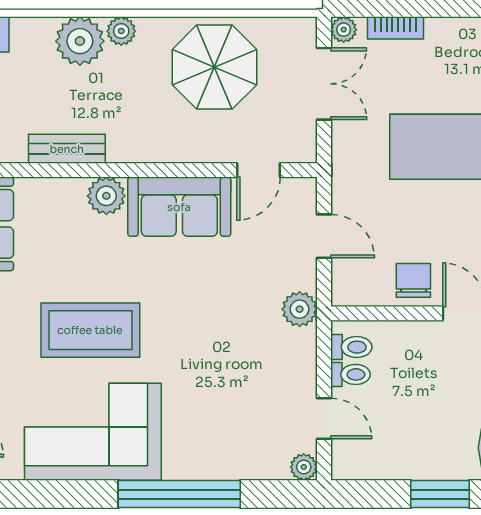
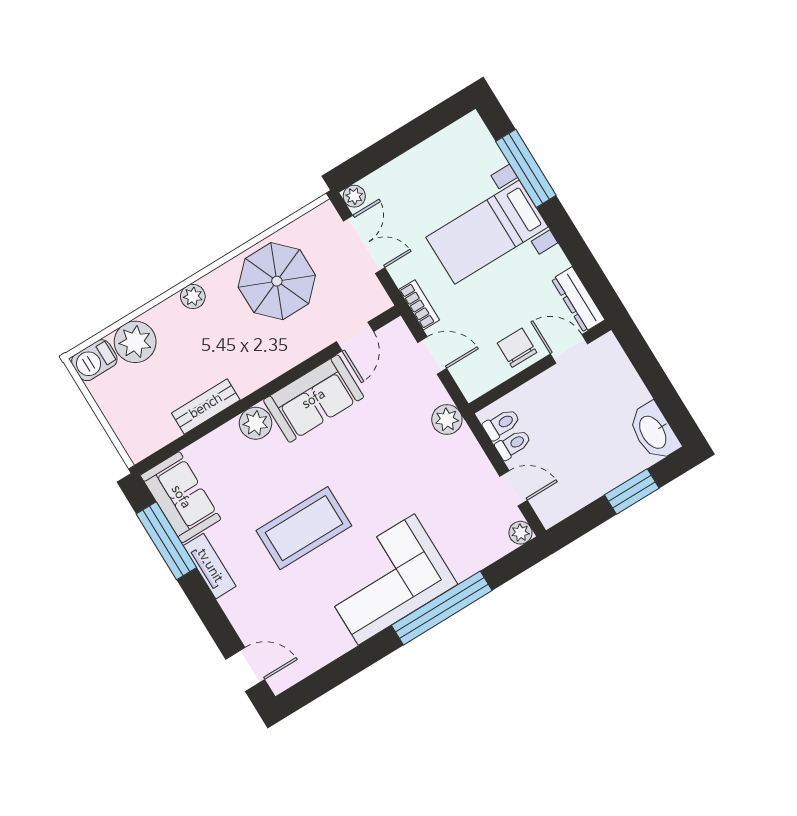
bookcase: (395, 28) -> (419, 305), moved, turned -90
plant: (80, 41) -> (135, 342), moved
corner sofa: (93, 432) -> (386, 579), moved

